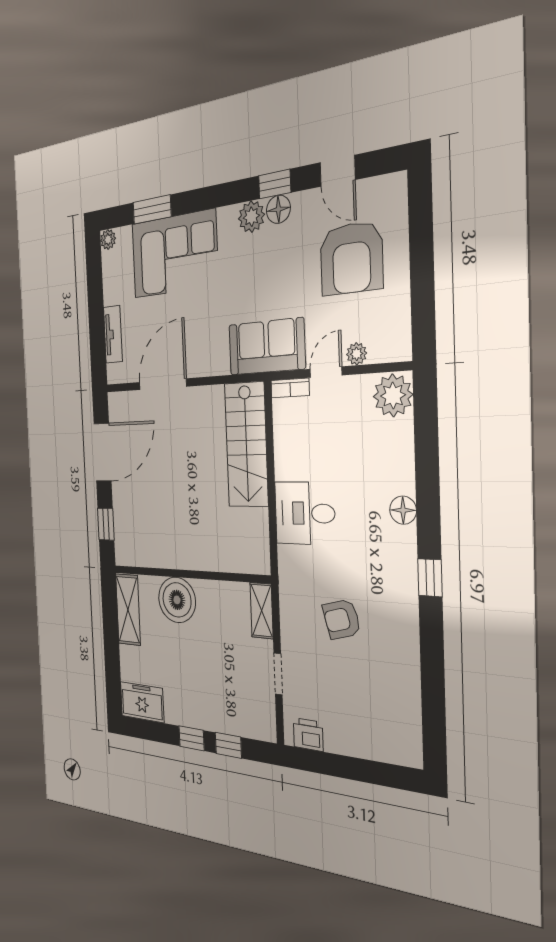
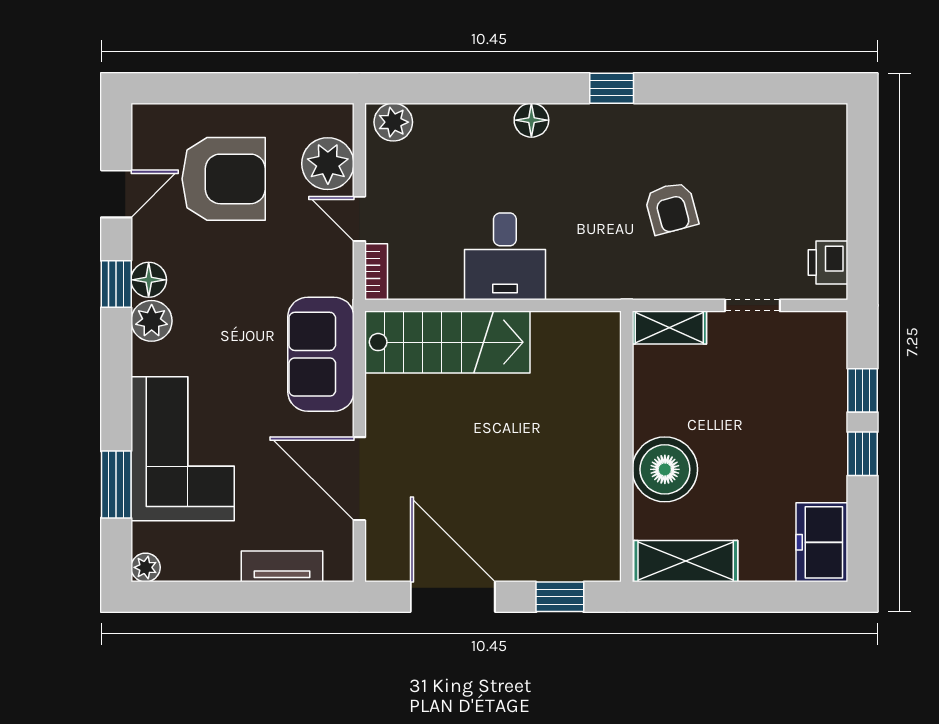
sofa: (267, 347) -> (321, 354), moved
plant: (357, 354) -> (328, 164), width x1.88, depth x1.88
plant: (393, 395) -> (393, 122), width x0.73, depth x0.73
desk: (305, 513) -> (505, 256), moved

